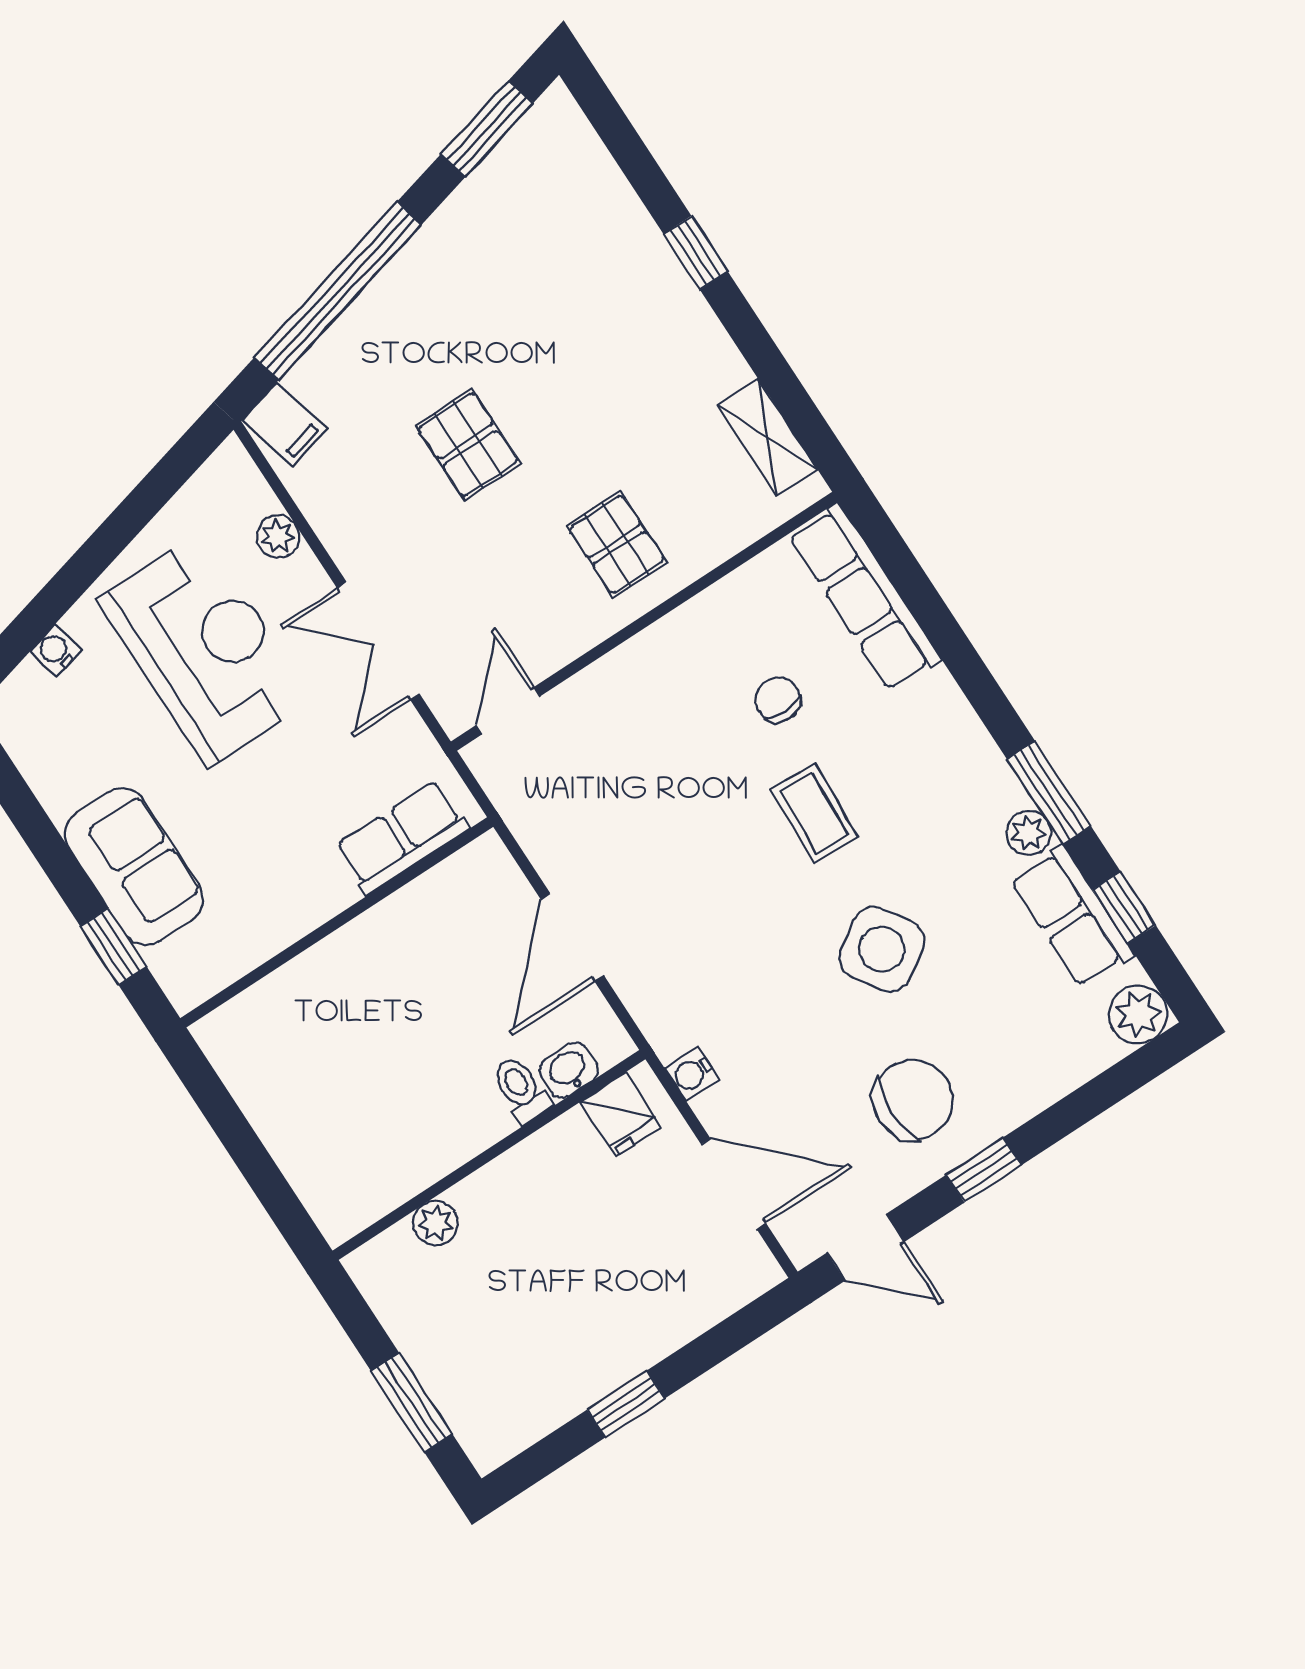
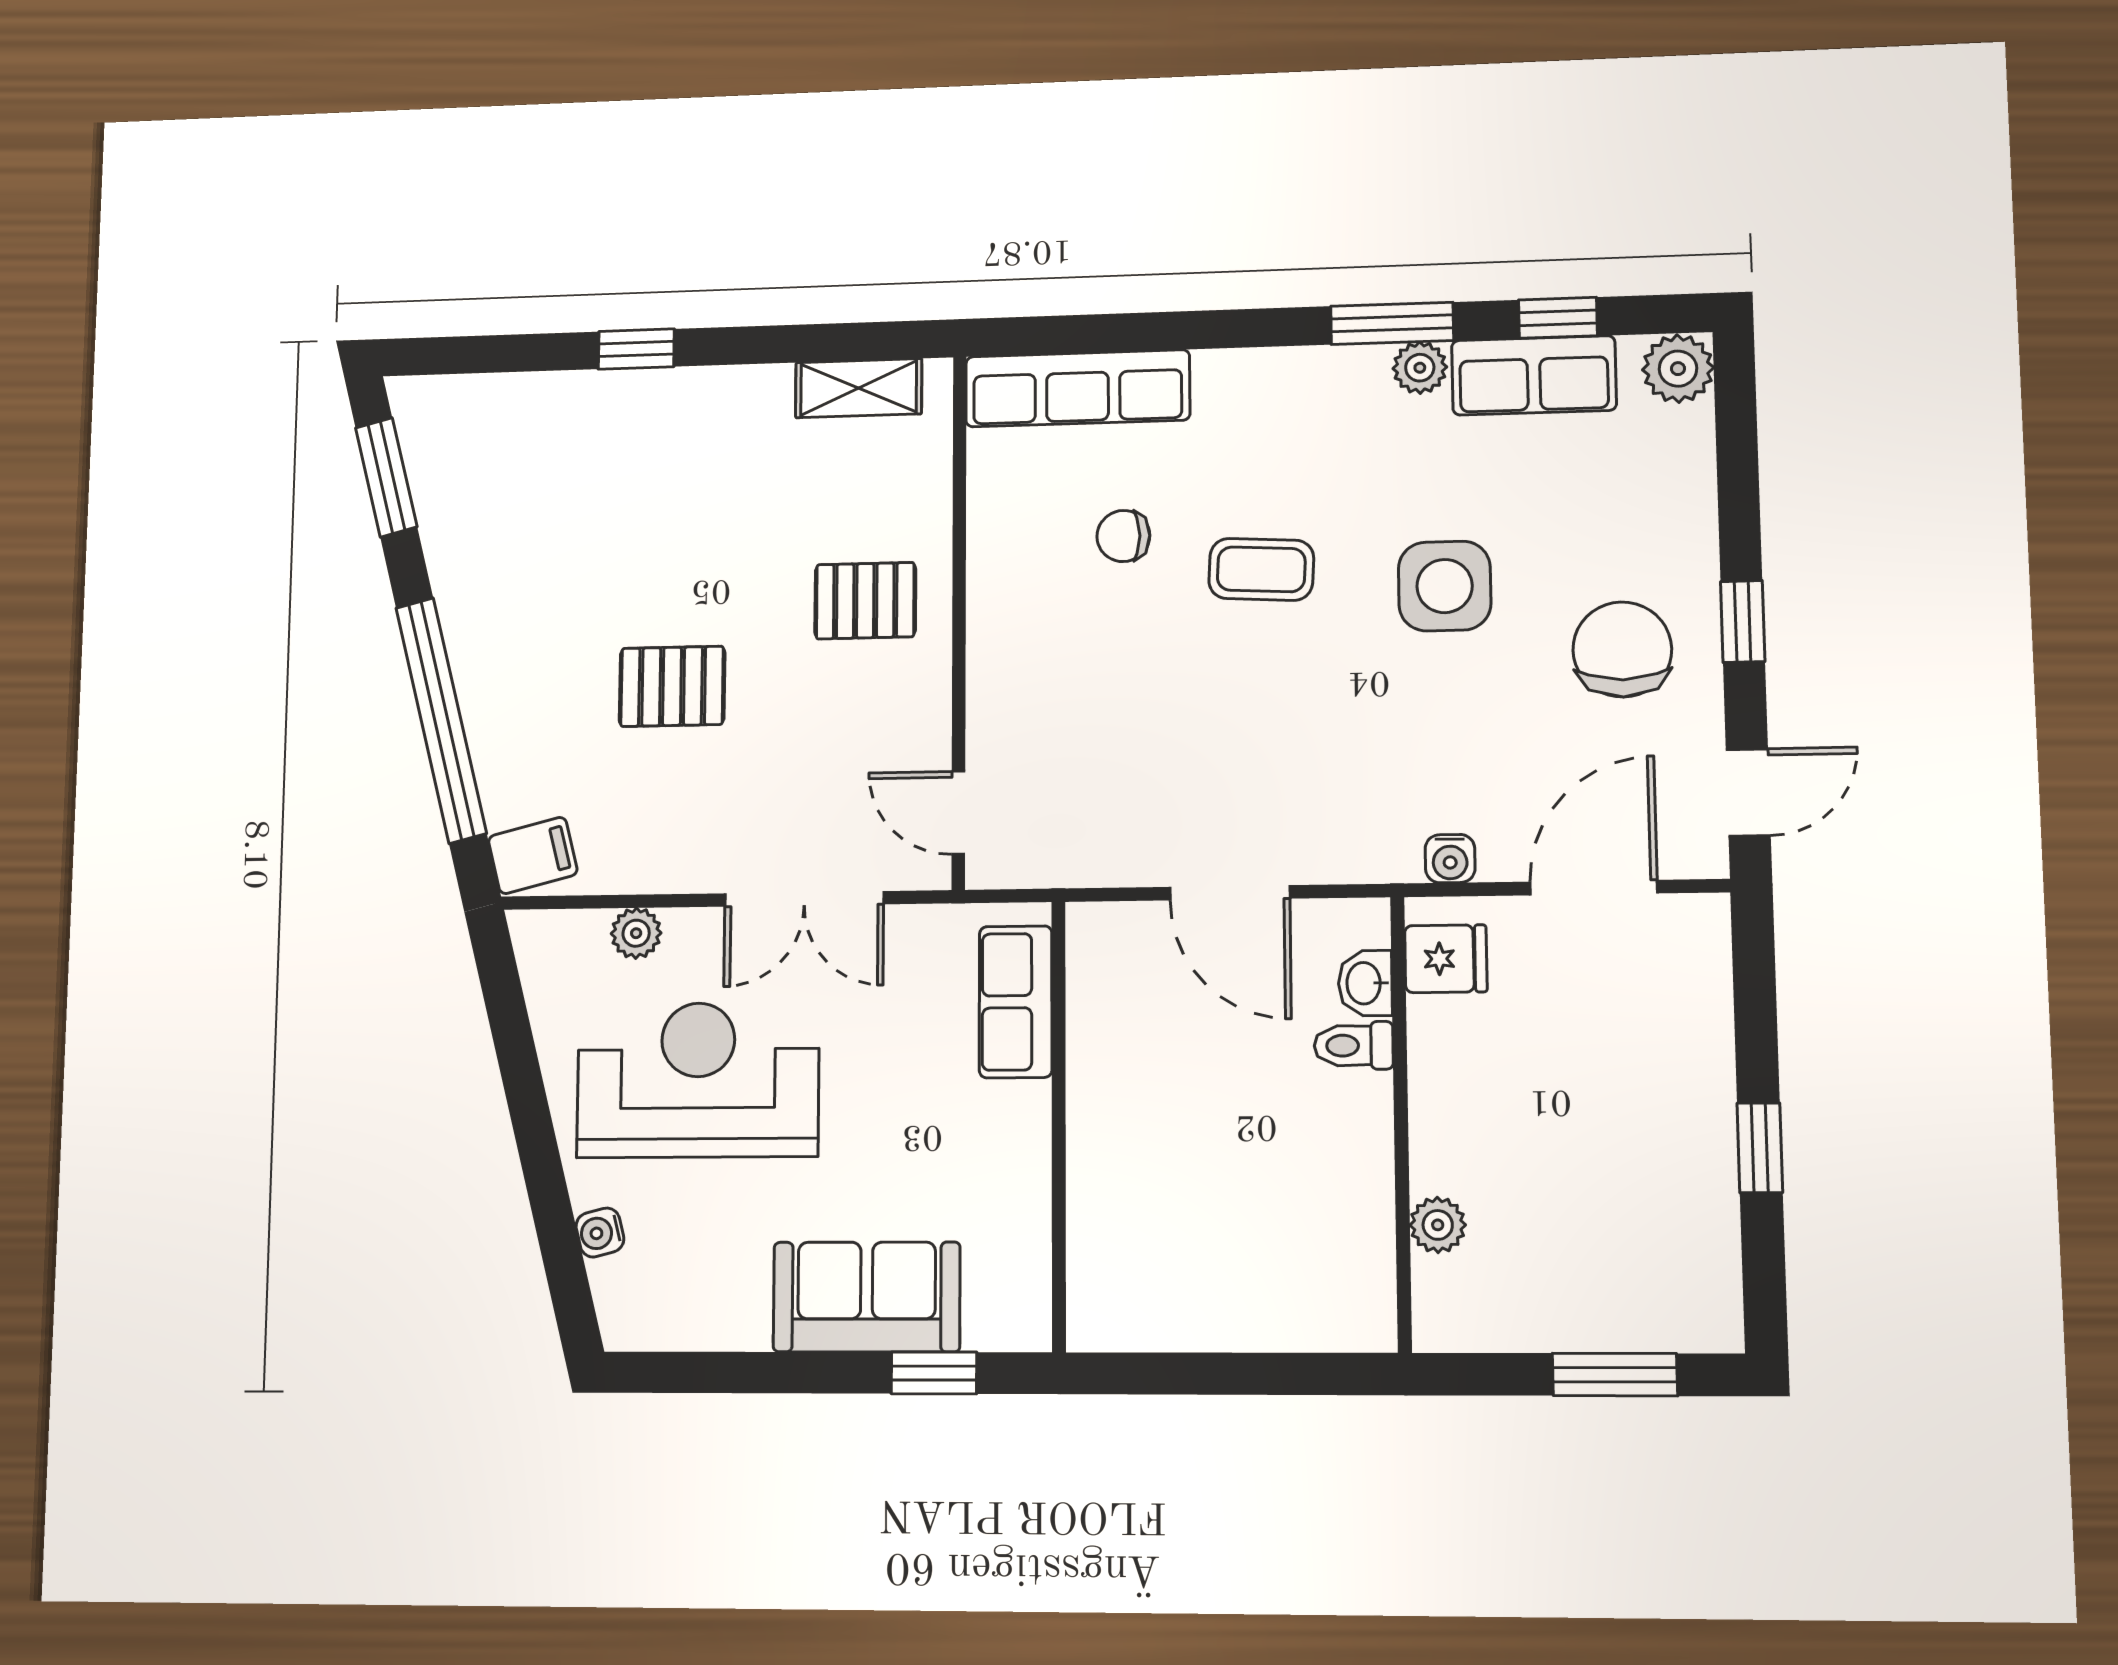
side table: (882, 949) -> (1445, 586), turned 33

